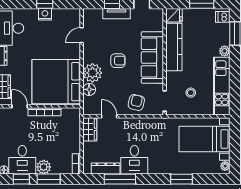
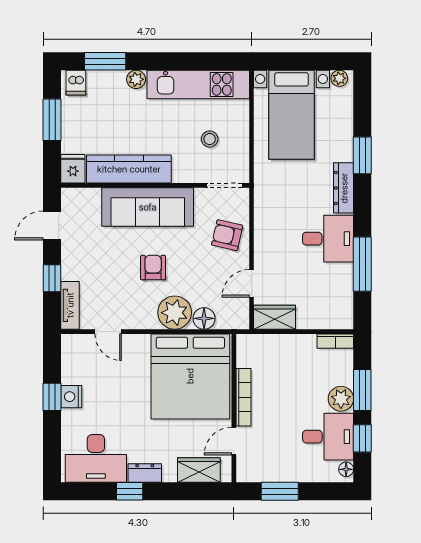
tv unit: (117, 14) -> (70, 305), moved
dresser: (106, 168) -> (344, 188), moved

